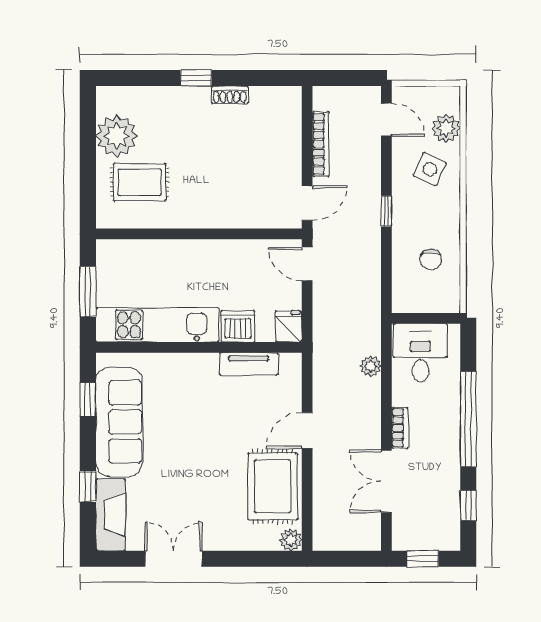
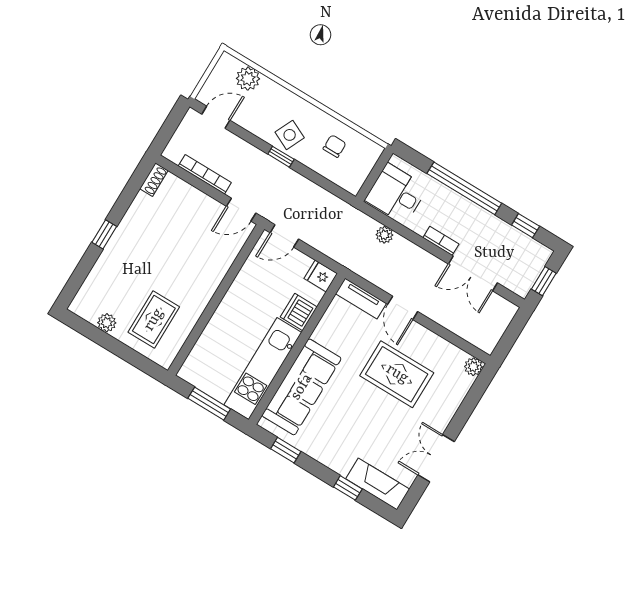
shoe rack: (230, 95) -> (154, 180), moved
plant: (117, 136) -> (107, 323), width x0.53, depth x0.53
side table: (430, 169) -> (290, 135), moved
door: (307, 203) -> (241, 210), swing flipped
chair: (431, 260) -> (335, 146), turned -90
tv unit: (249, 364) -> (361, 299), moved, turned 90
sofa: (119, 422) -> (302, 387), moved, turned 90
rug: (273, 486) -> (397, 374), moved

